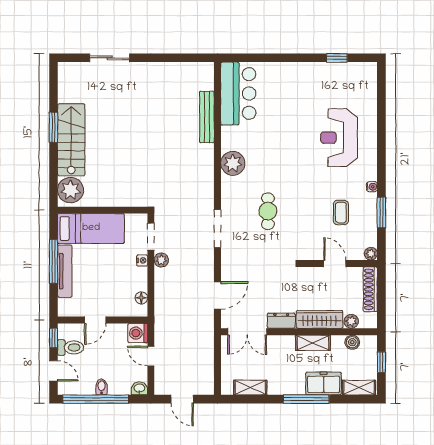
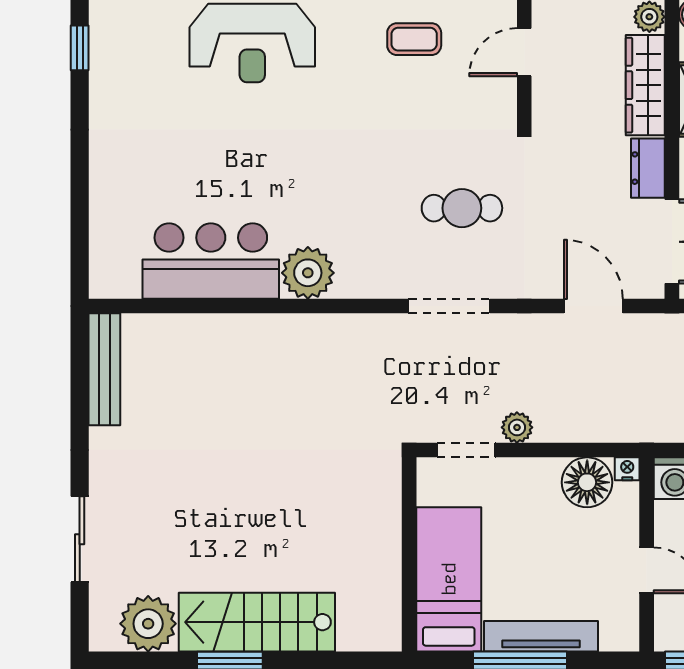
bar counter: (238, 93) -> (211, 261), moved
bench: (207, 117) -> (104, 369), moved, turned 90
plant: (70, 190) -> (148, 624), moved
cafe table: (268, 211) -> (462, 208), moved
nightstand: (142, 260) -> (627, 469), moved
floor lamp: (141, 298) -> (587, 482), width x1.89, depth x1.89

